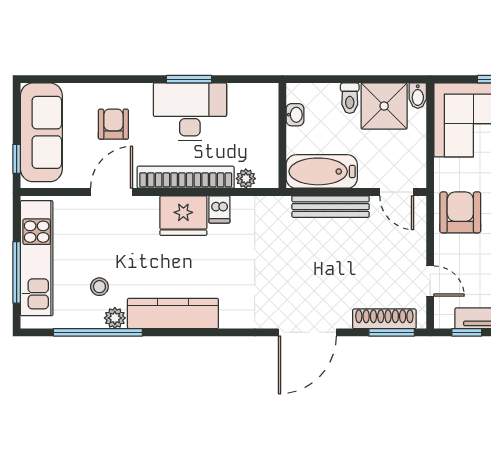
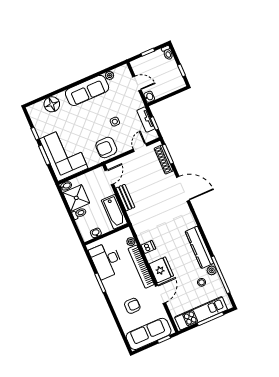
desk: (190, 112) -> (106, 260), moved
armchair: (113, 124) -> (132, 306), turned 180
door: (112, 192) -> (160, 294), swing flipped
bench: (331, 207) -> (125, 198), width x0.73
fridge: (183, 216) -> (161, 270), moved

